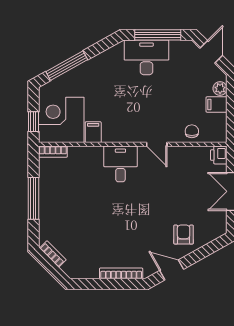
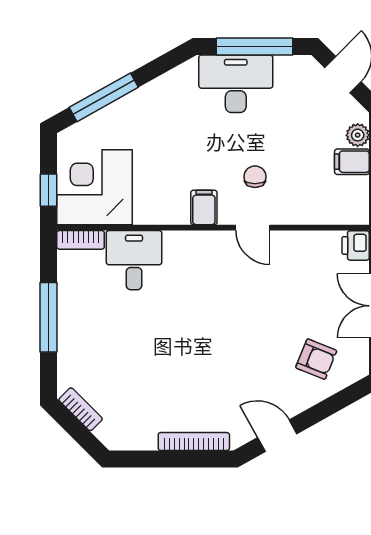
chair: (192, 131) -> (255, 177), moved
filing cabinet: (93, 132) -> (204, 207), moved
desk: (120, 164) -> (134, 260), moved
armchair: (184, 235) -> (316, 359), moved, turned 112

